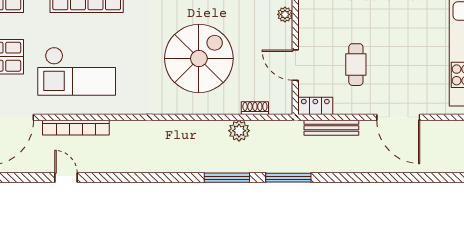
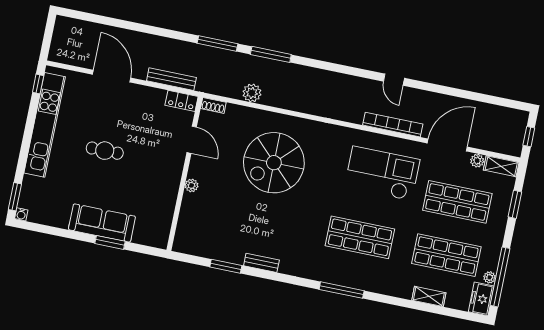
cafe table: (356, 65) -> (105, 151), moved, turned 90
shoe rack: (255, 108) -> (213, 105), moved
door: (66, 178) -> (394, 80), moved

